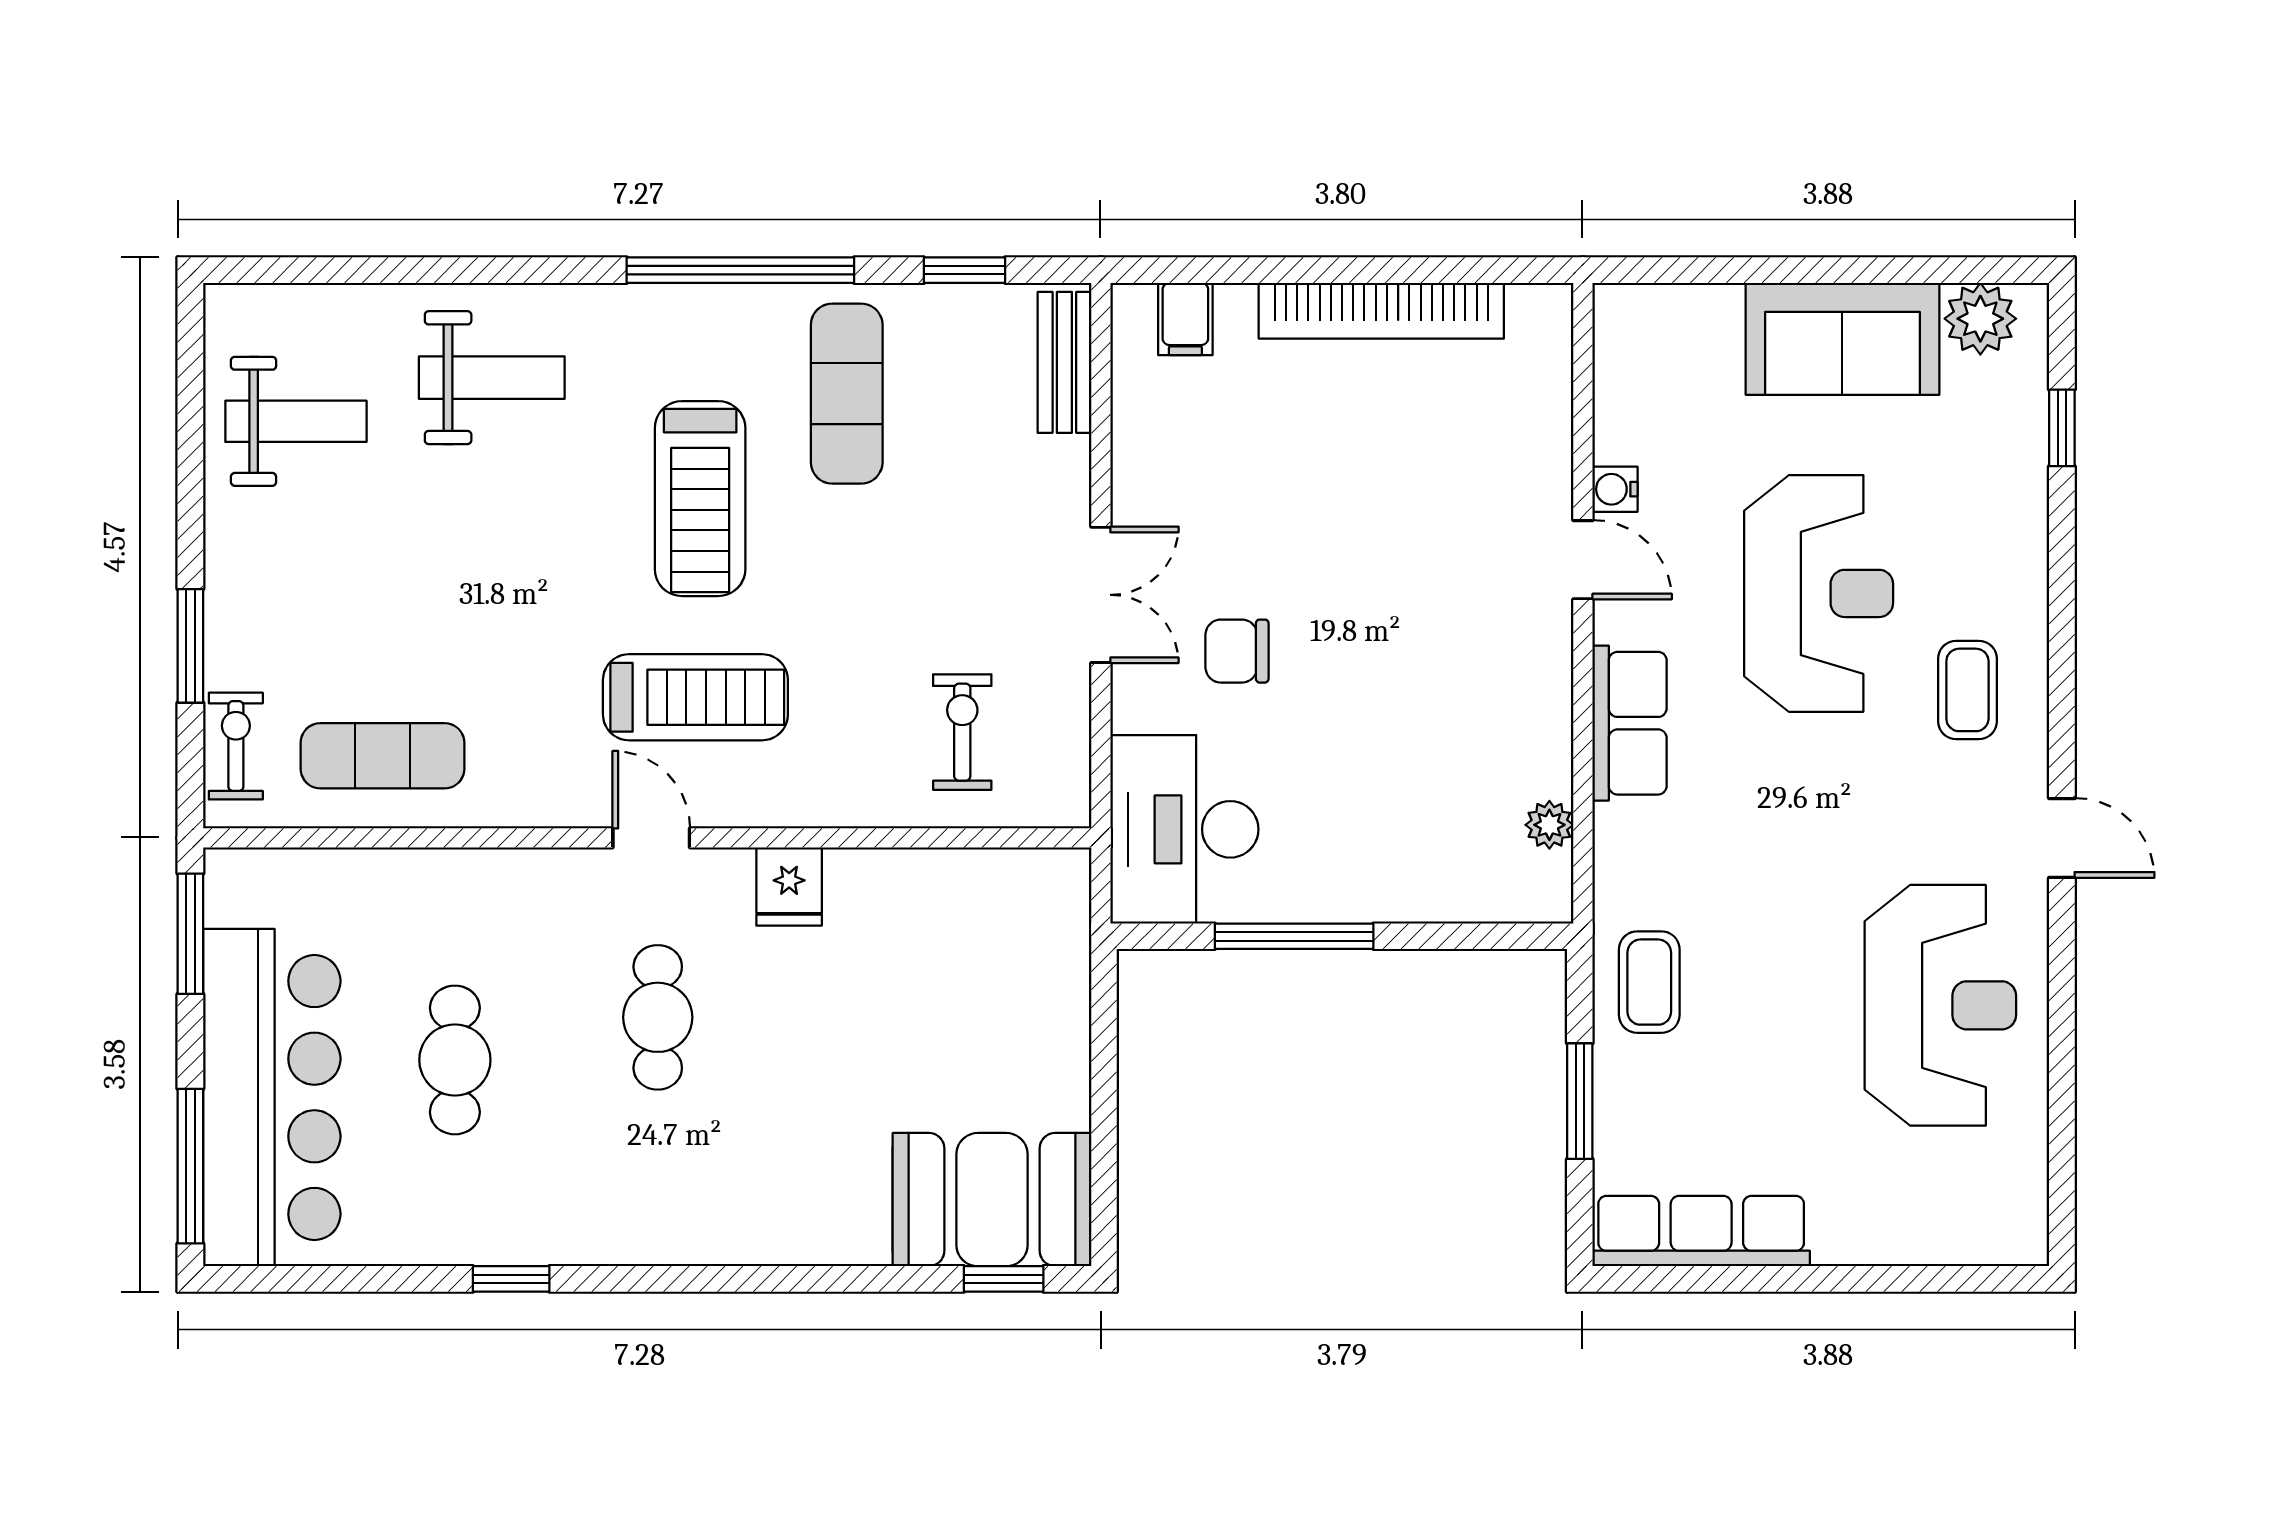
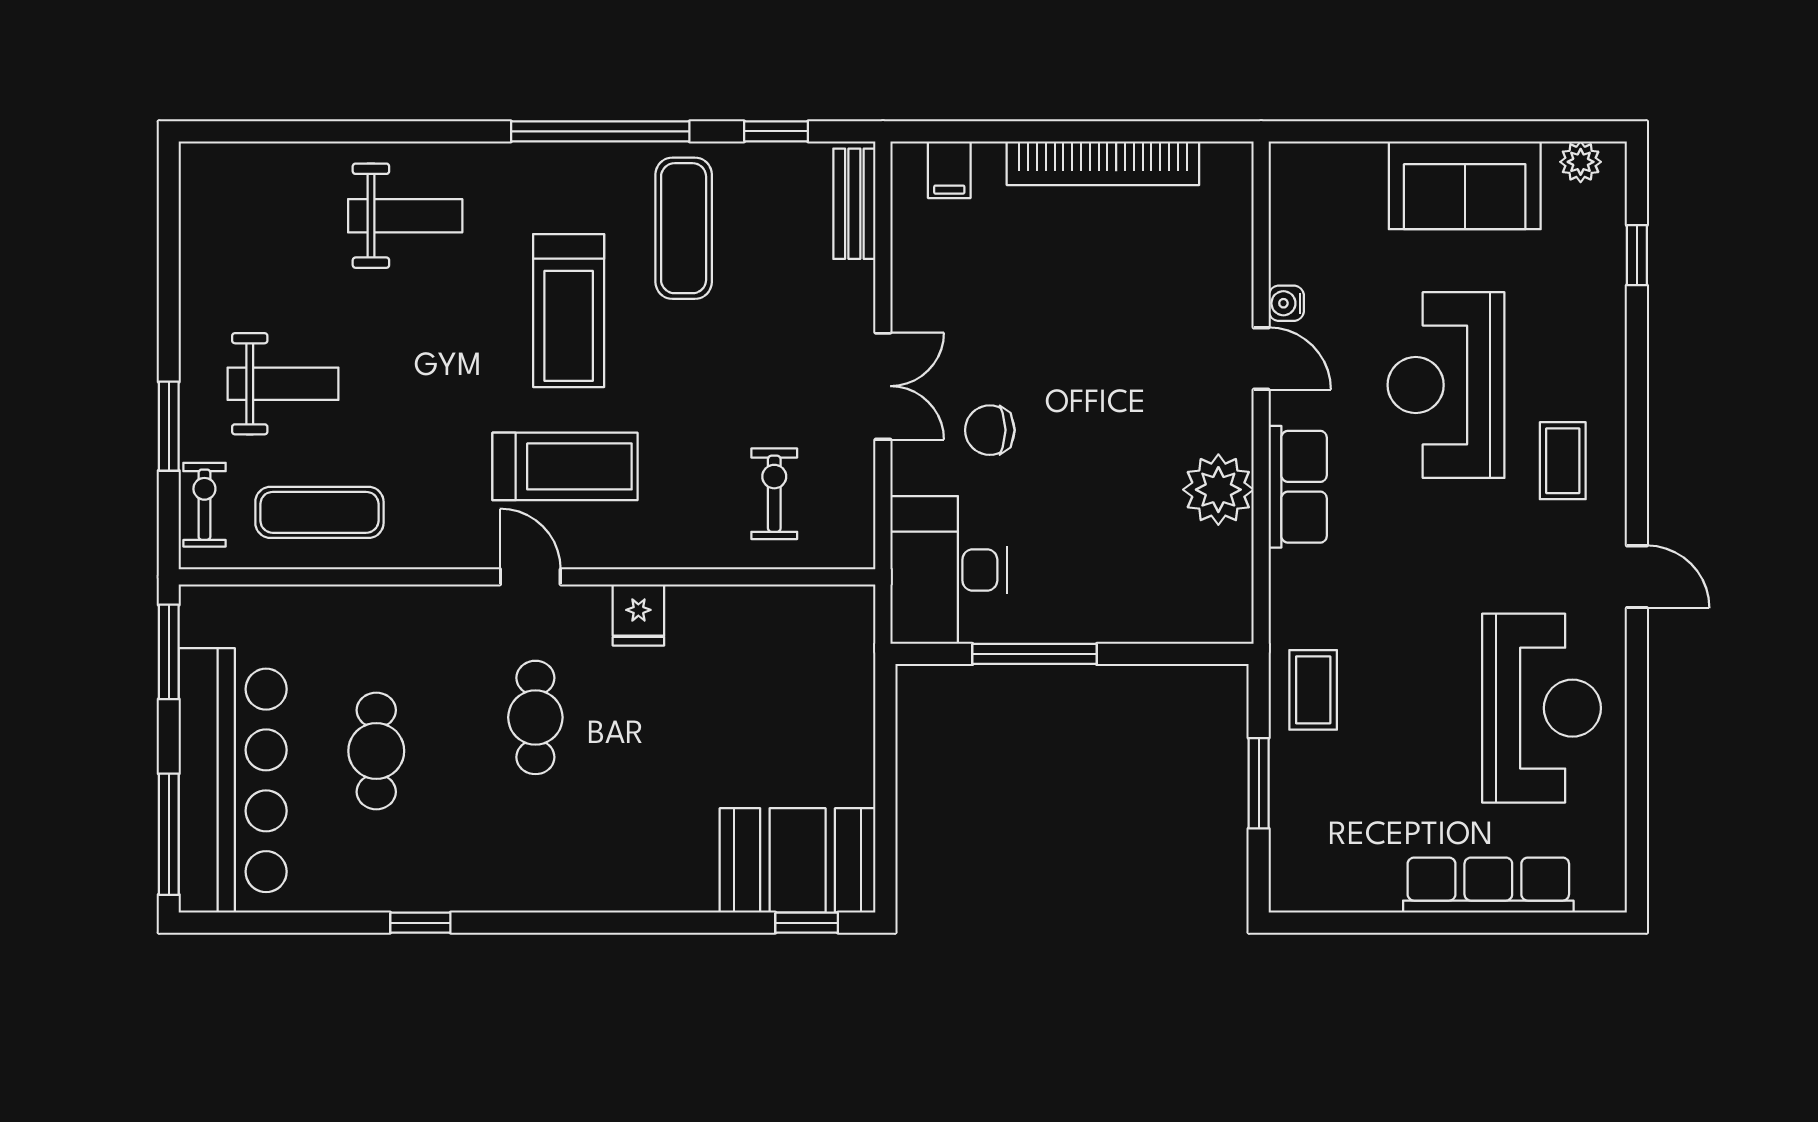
plant: (1980, 319) -> (1581, 162), width x0.73, depth x0.73
weight bench: (296, 421) -> (283, 384), moved
reception desk: (1819, 593) -> (1446, 385), turned 180
plant: (1549, 825) -> (1218, 490), moved, width x1.88, depth x1.88
row of seats: (1701, 1231) -> (1488, 885), moved

